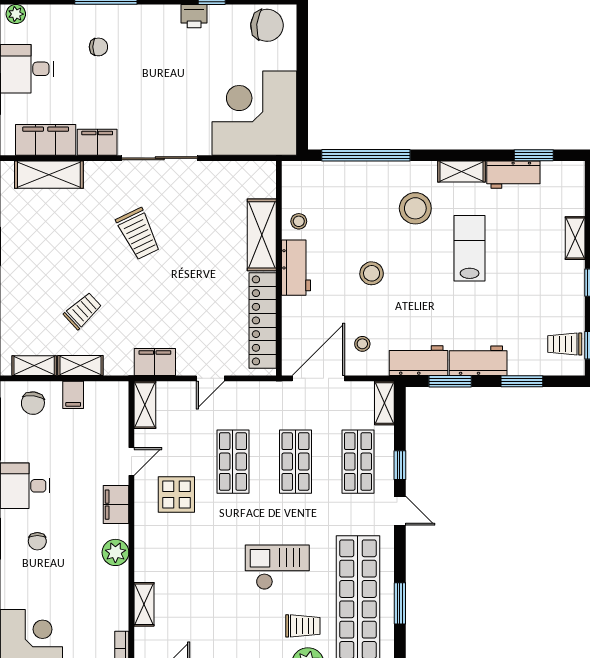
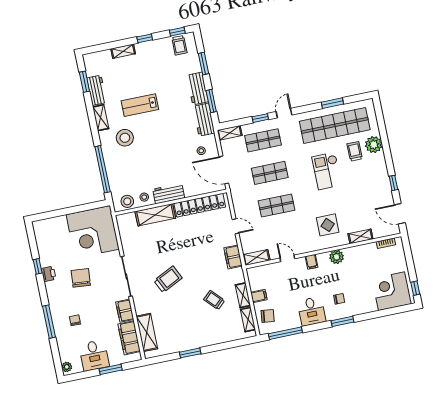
chair: (267, 25) -> (81, 278), moved
stool: (372, 273) -> (127, 201), moved
display table: (176, 494) -> (328, 225), moved
filing cabinet: (116, 505) -> (312, 262), width x0.50

